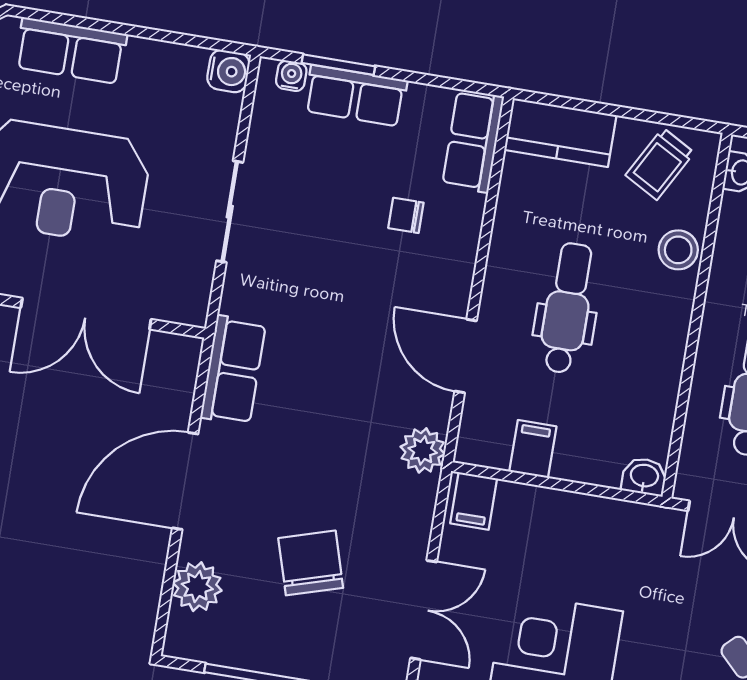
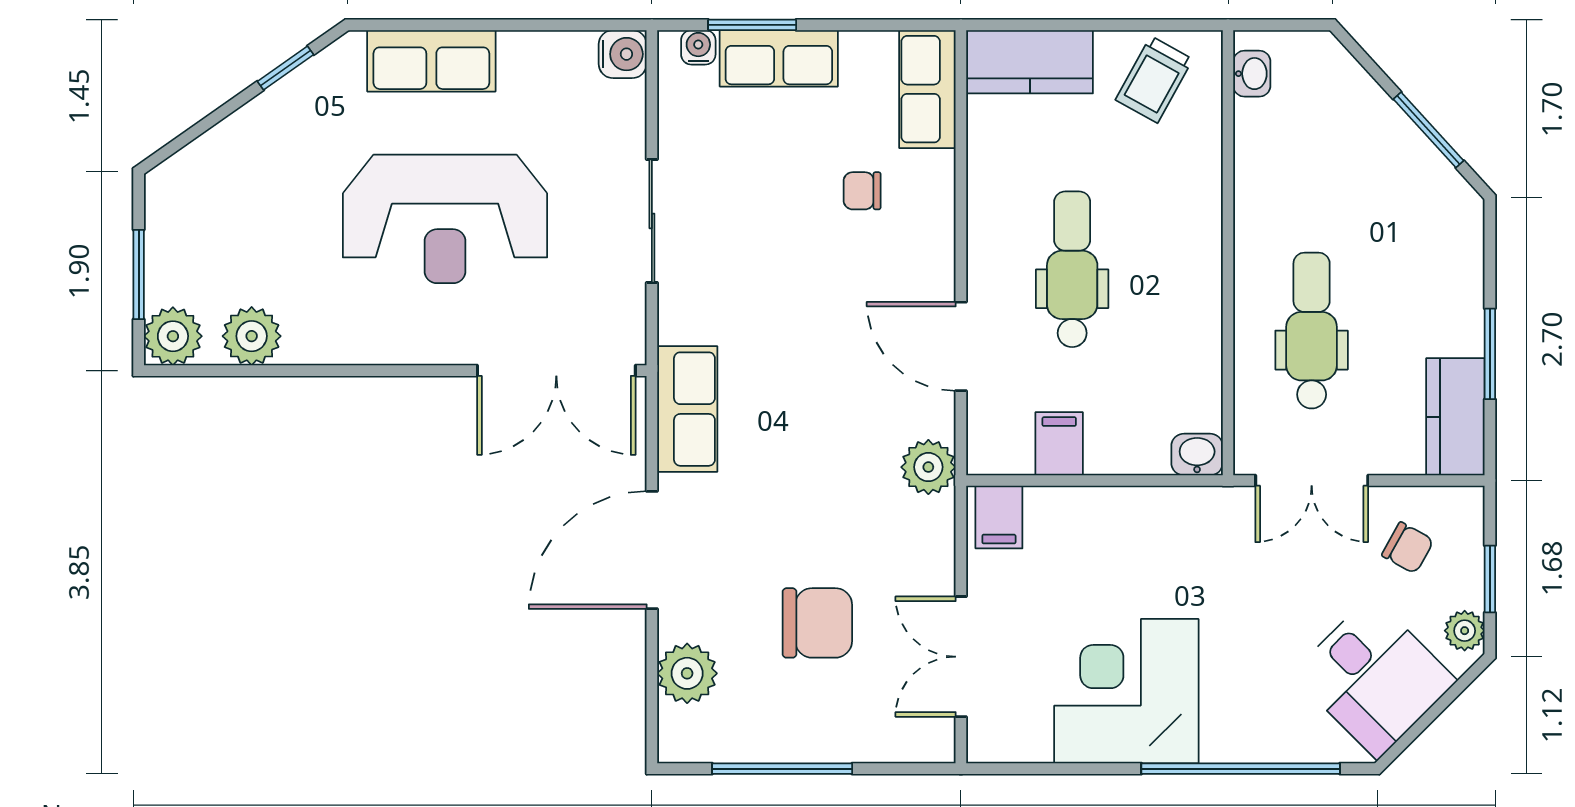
stool: (678, 250) -> (1193, 178), removed
double door: (86, 314) -> (556, 371), moved
chair: (311, 563) -> (817, 623), turned 107
double door: (424, 610) -> (961, 657), swing flipped

